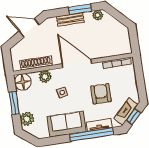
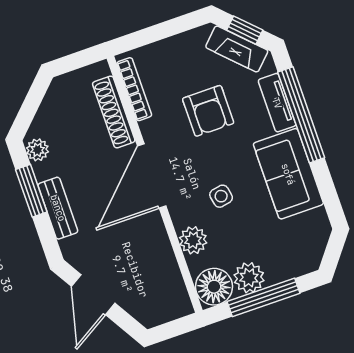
shoe rack: (36, 63) -> (114, 112), moved
armchair: (101, 94) -> (208, 111), turned -90
window: (14, 103) -> (263, 297), width x1.44
plant: (27, 119) -> (249, 278), moved

